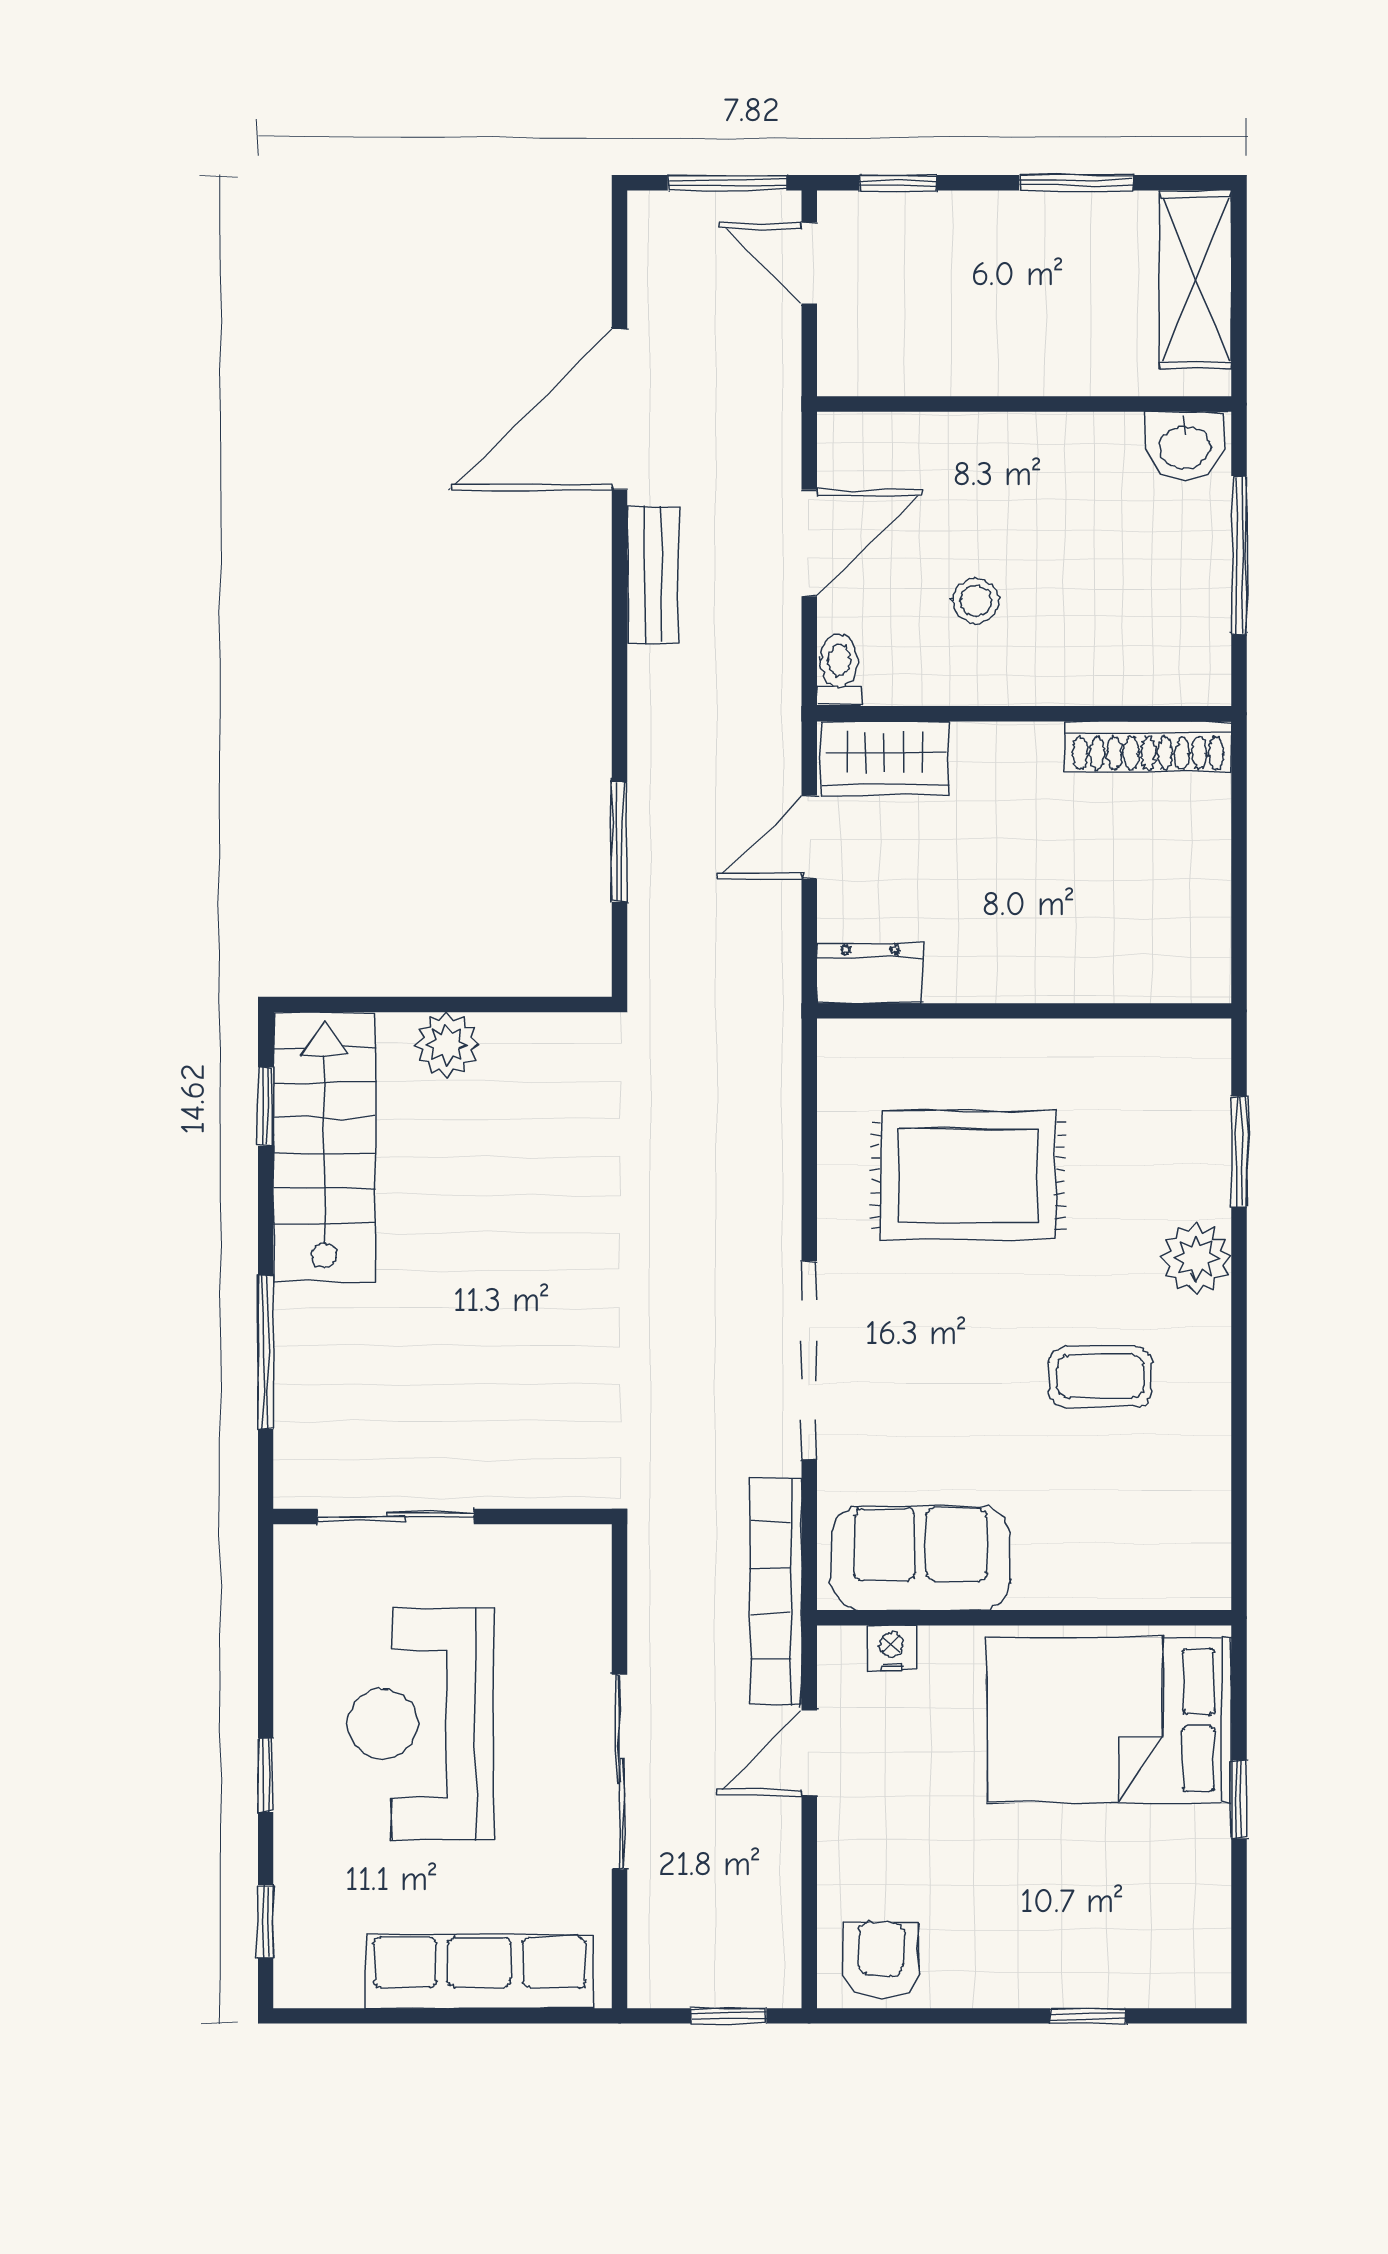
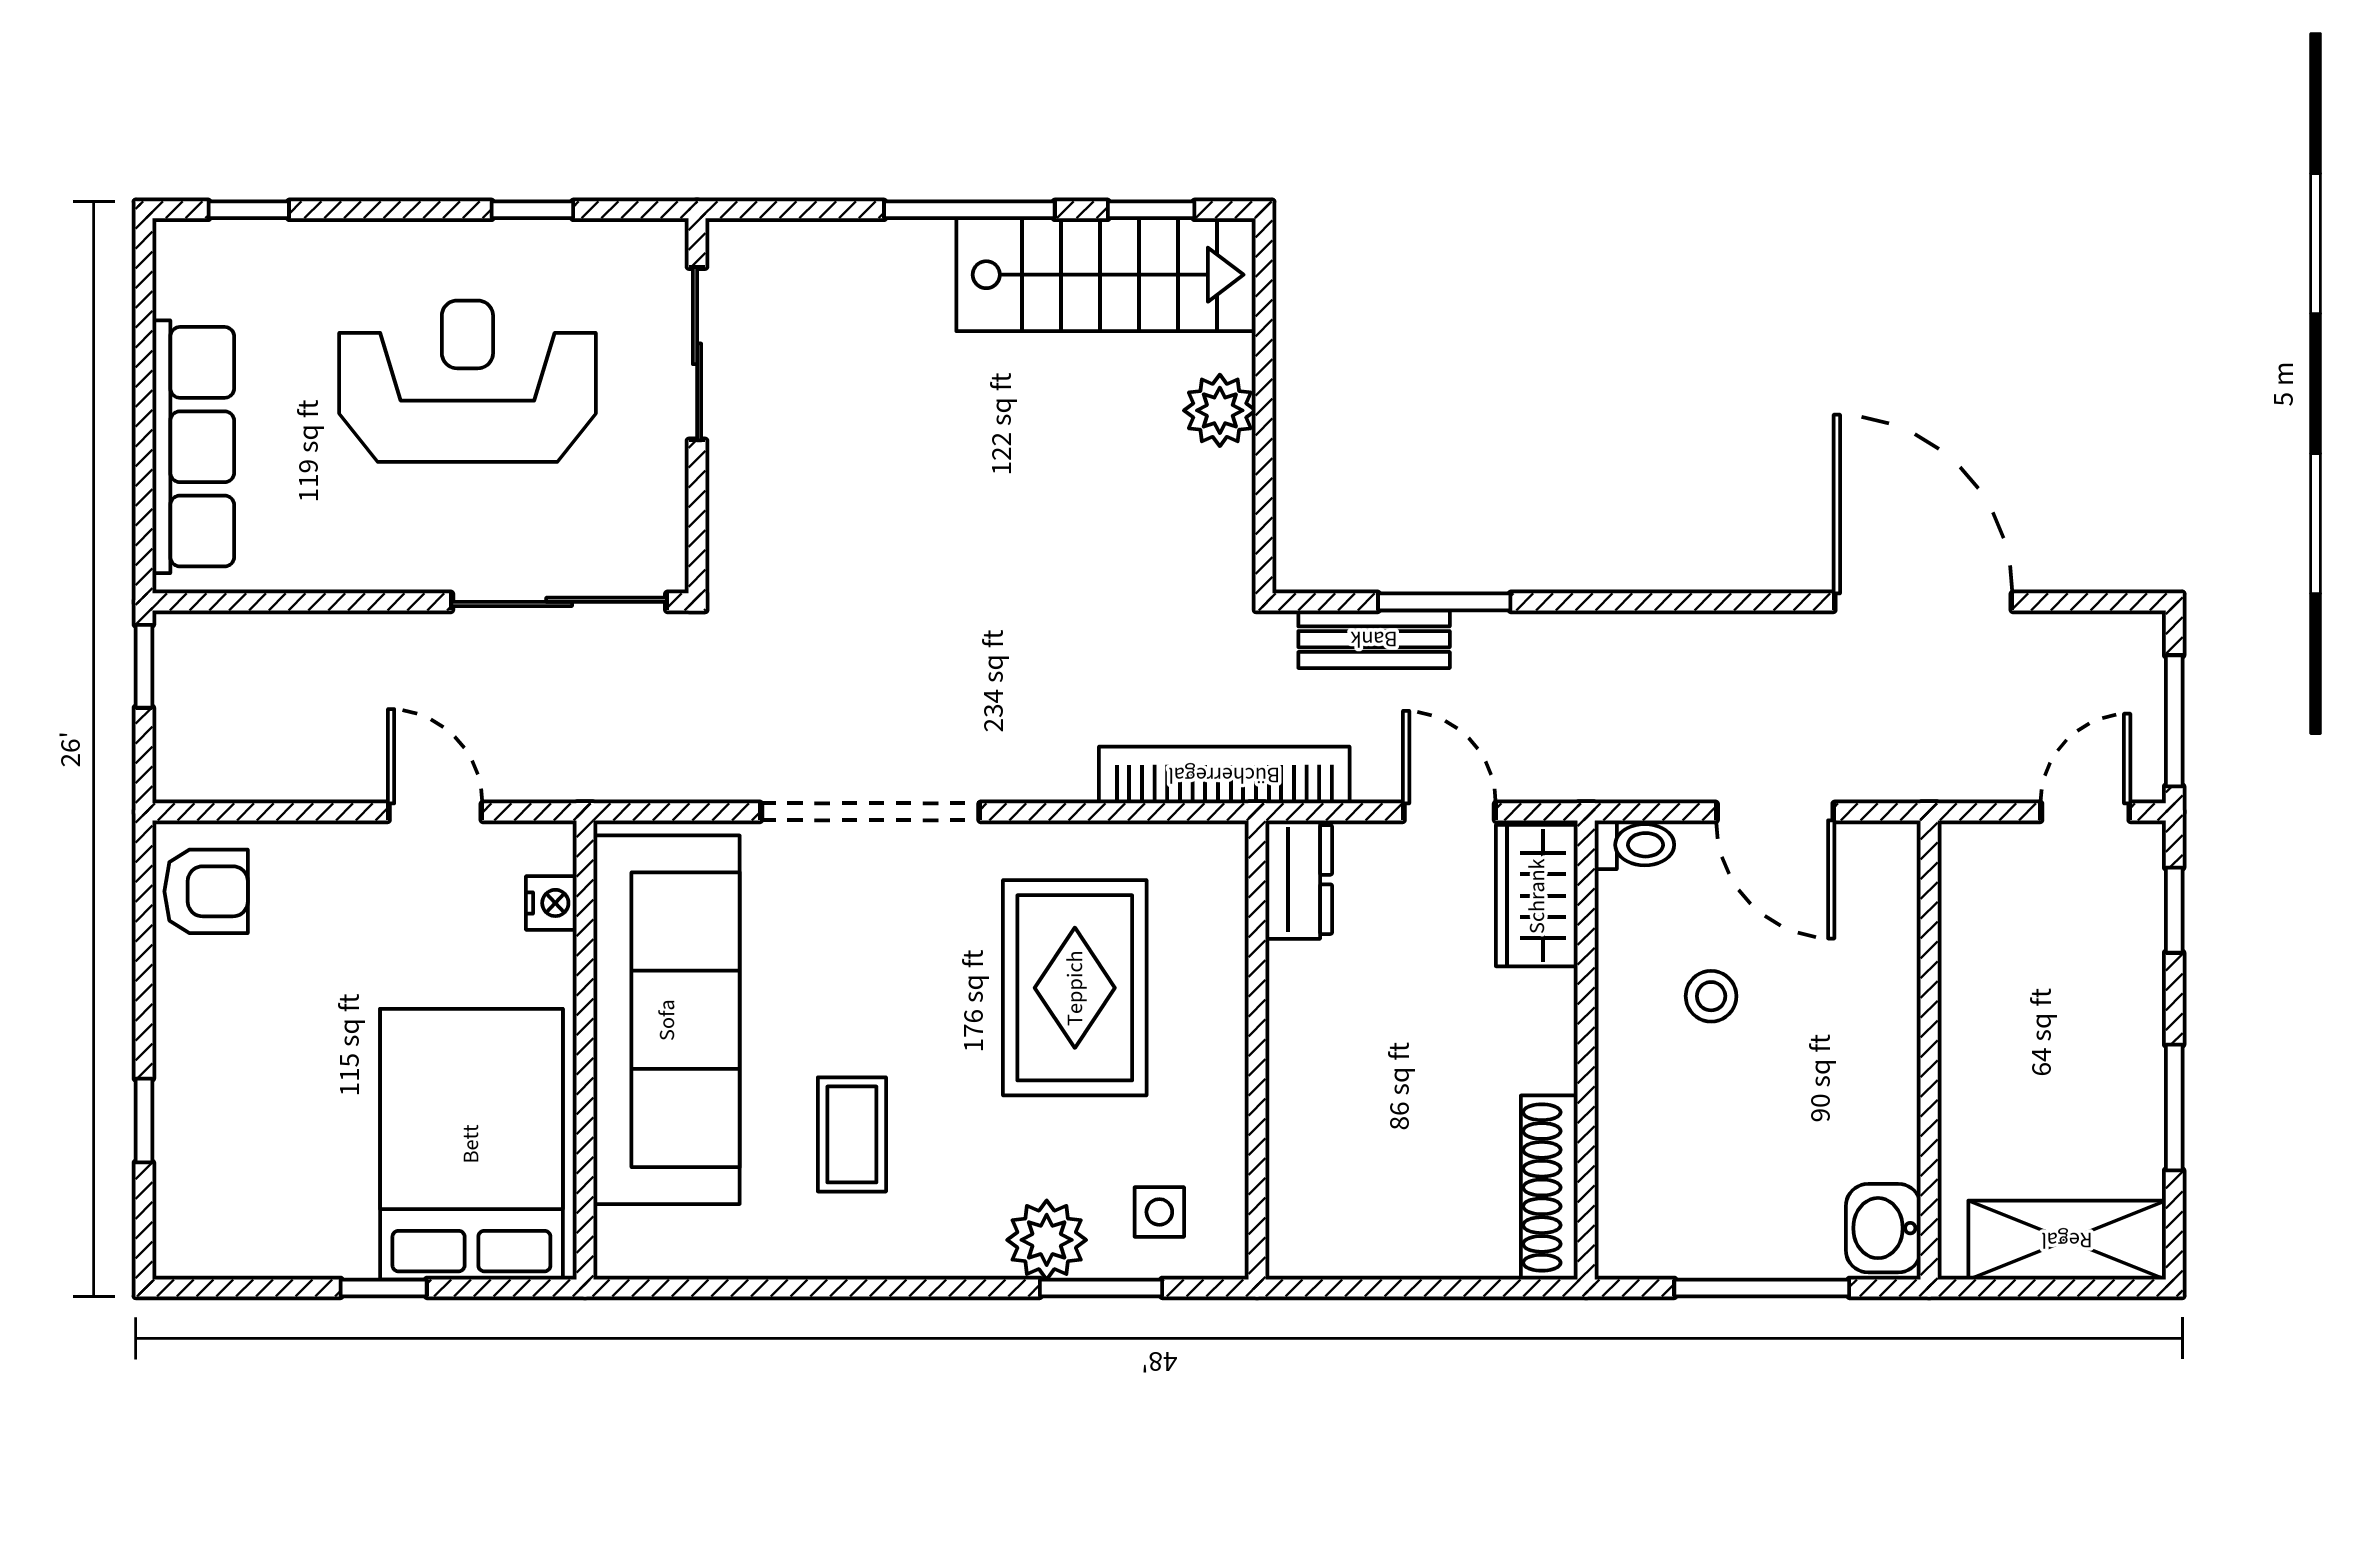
bench: (653, 575) -> (1374, 639), moved
side table: (1170, 1099) -> (1159, 1212), added
plant: (1196, 1258) -> (1047, 1240), moved
window: (266, 1352) -> (969, 210), moved
sofa: (920, 1558) -> (667, 1020), width x1.85, depth x1.27
bookcase: (776, 1591) -> (1224, 775), moved
sliding door: (620, 1772) -> (559, 602), moved
window: (266, 1775) -> (532, 210), moved
window: (729, 2016) -> (144, 666), moved

